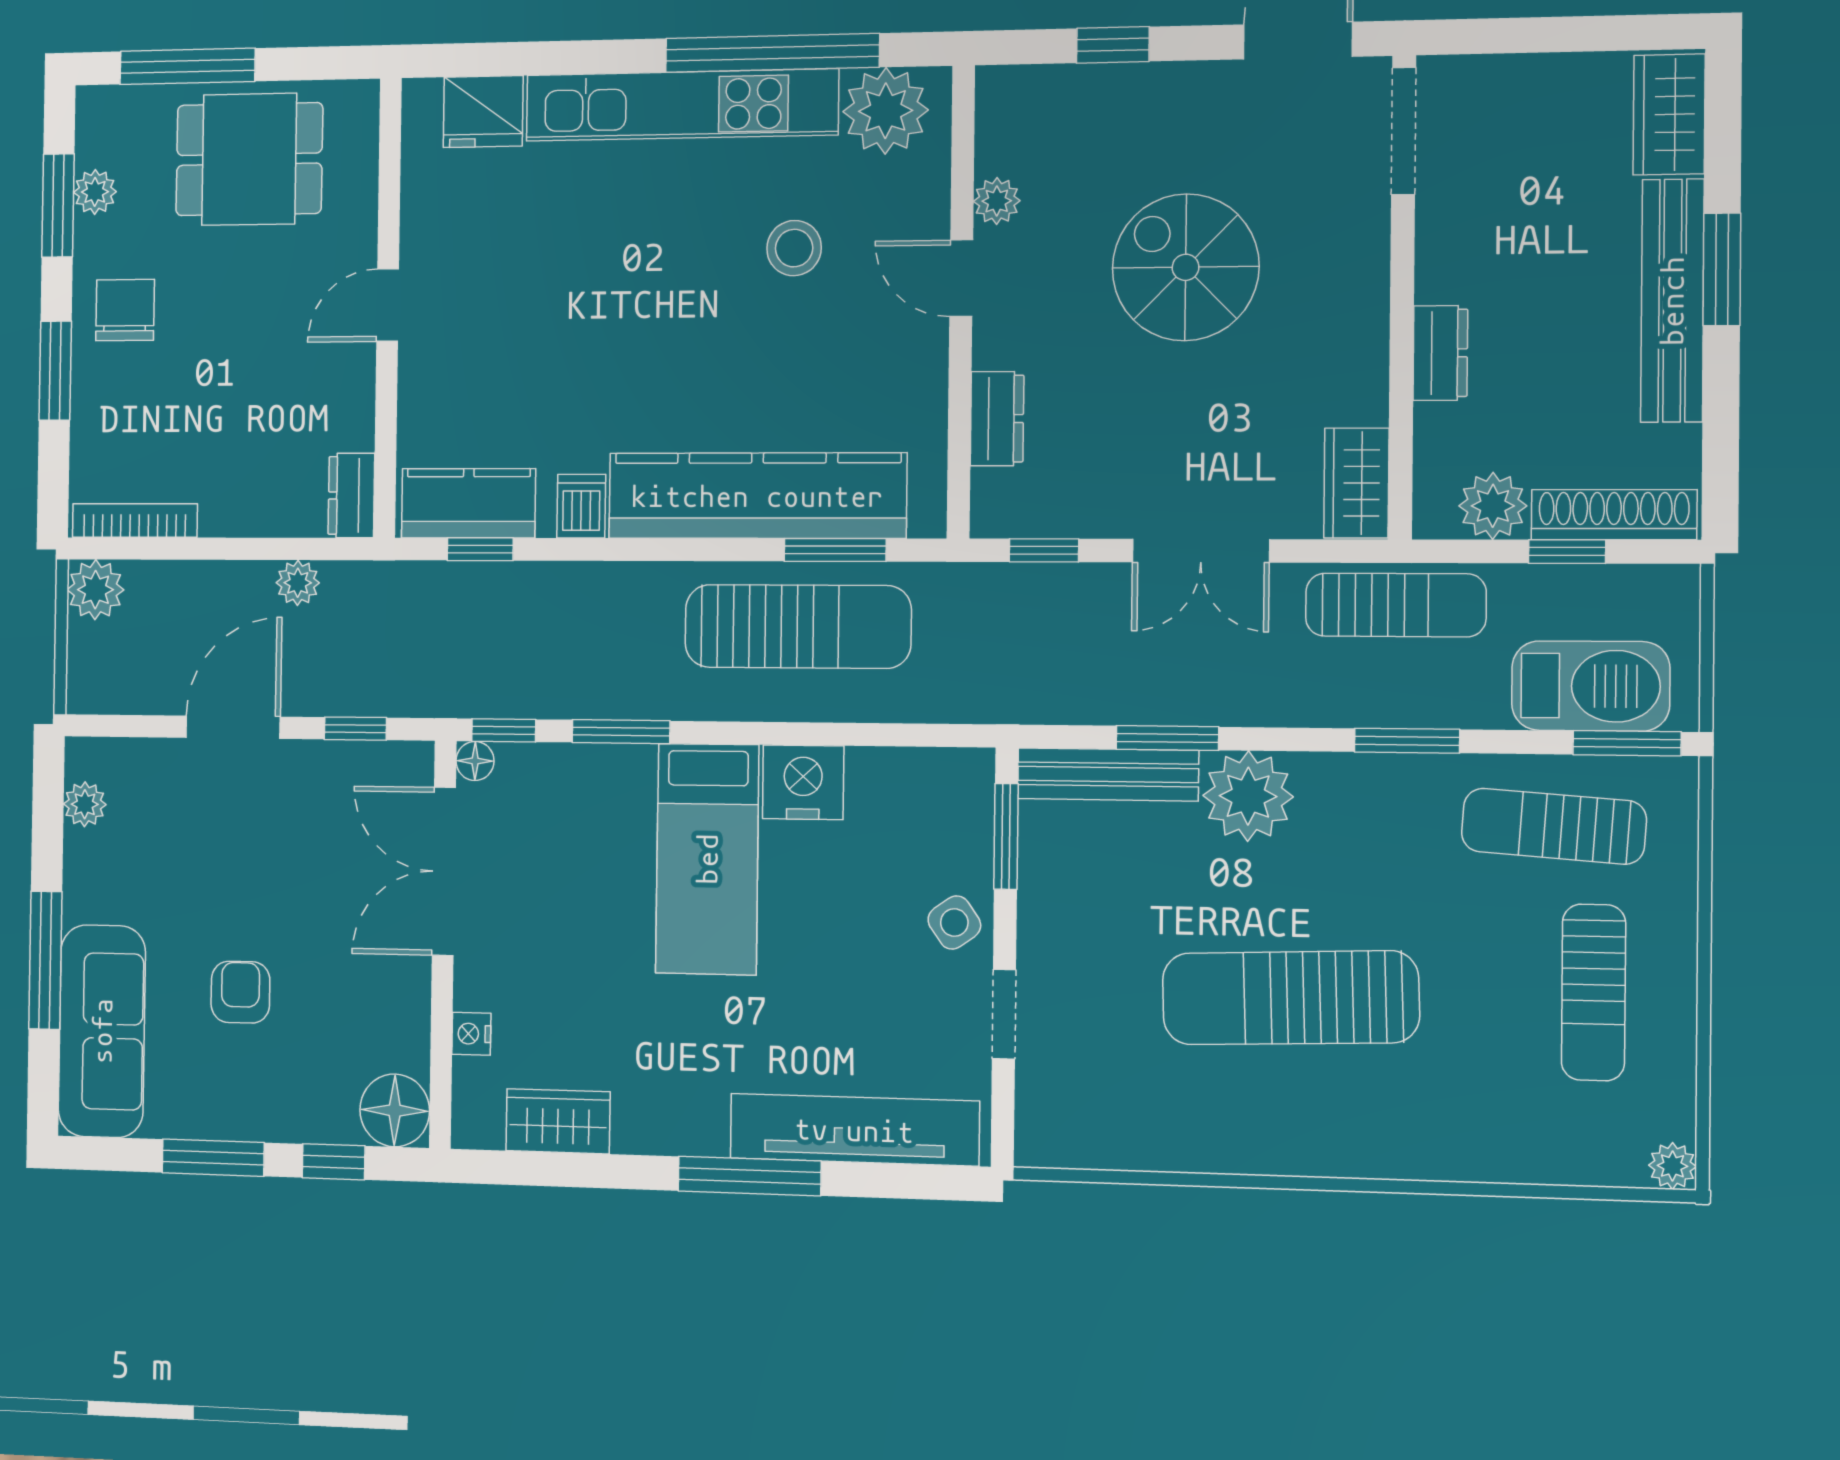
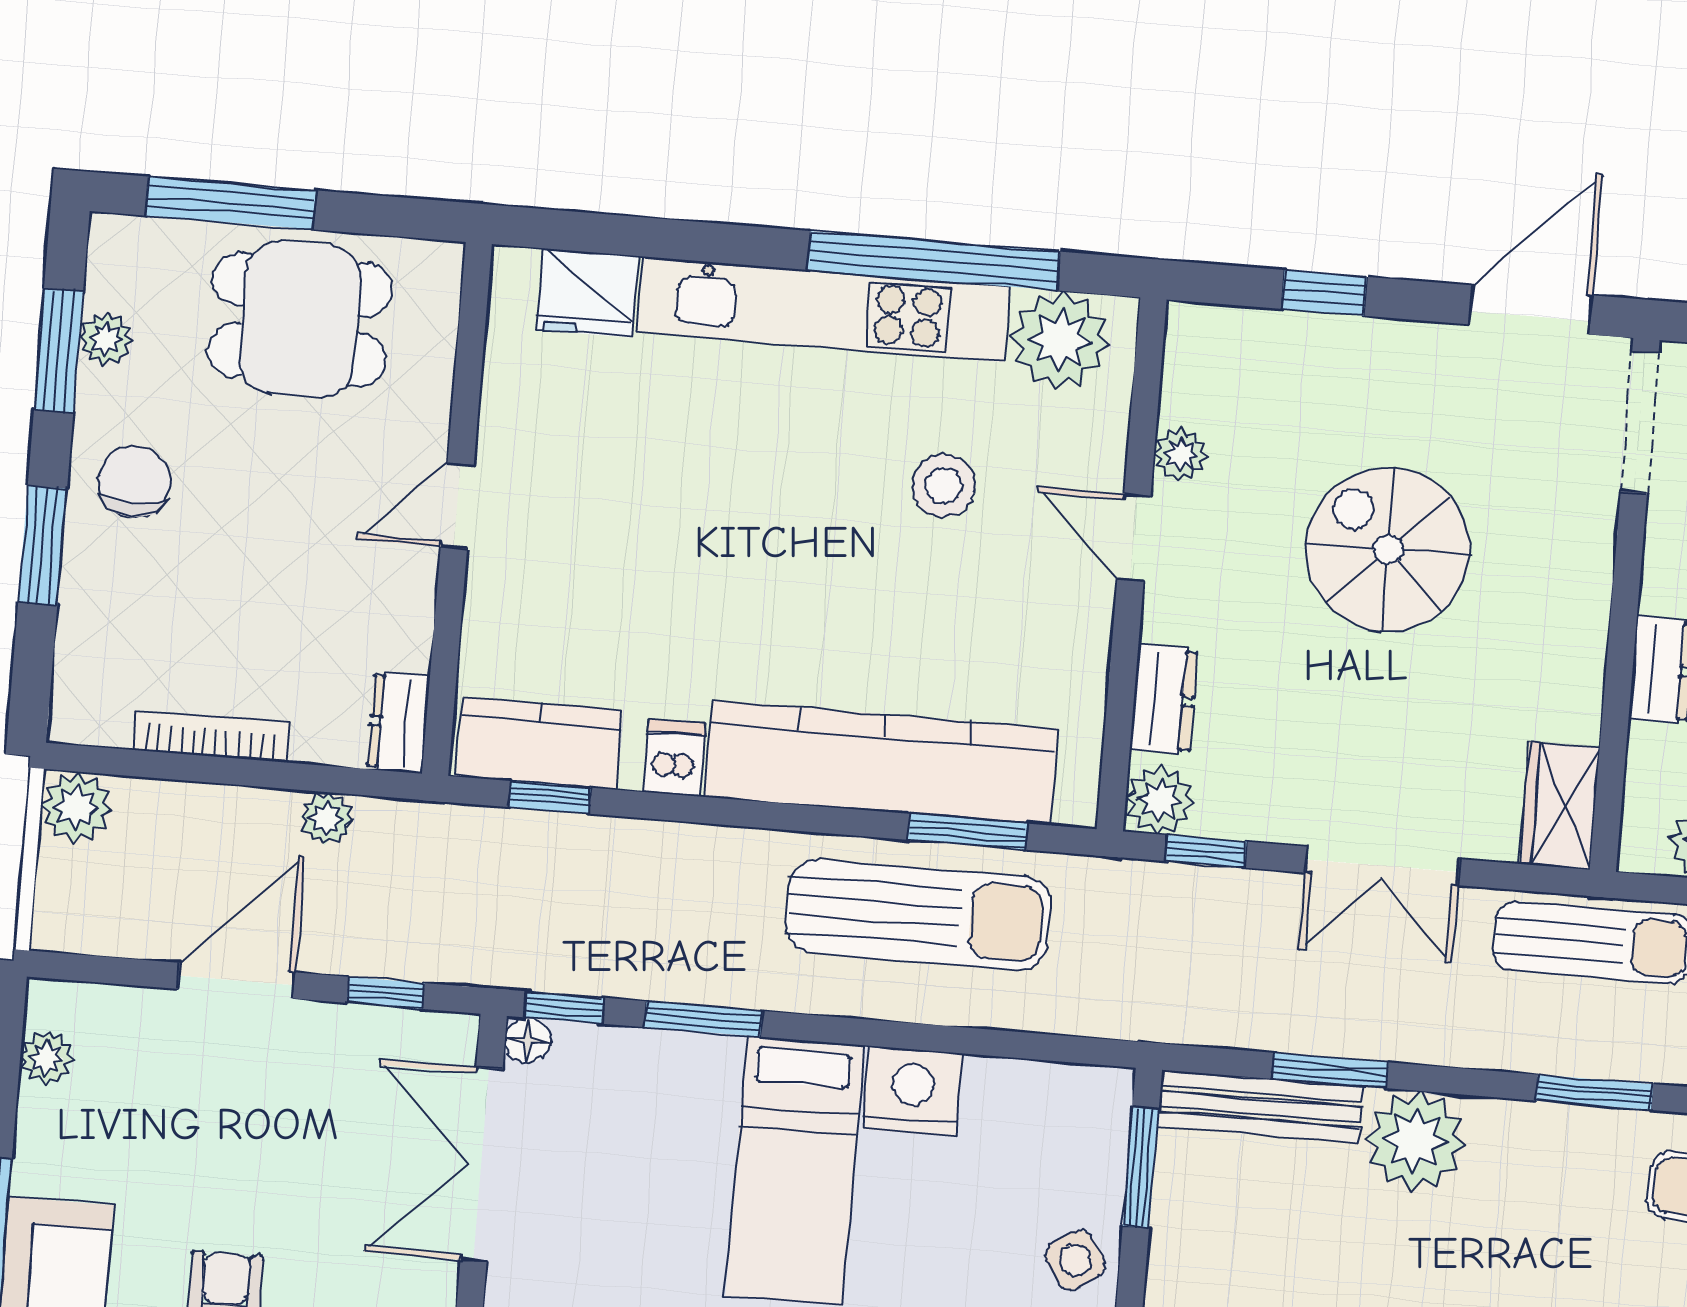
plant: (1000, 508) -> (1160, 800), added
bookcase: (135, 520) -> (211, 737), moved

